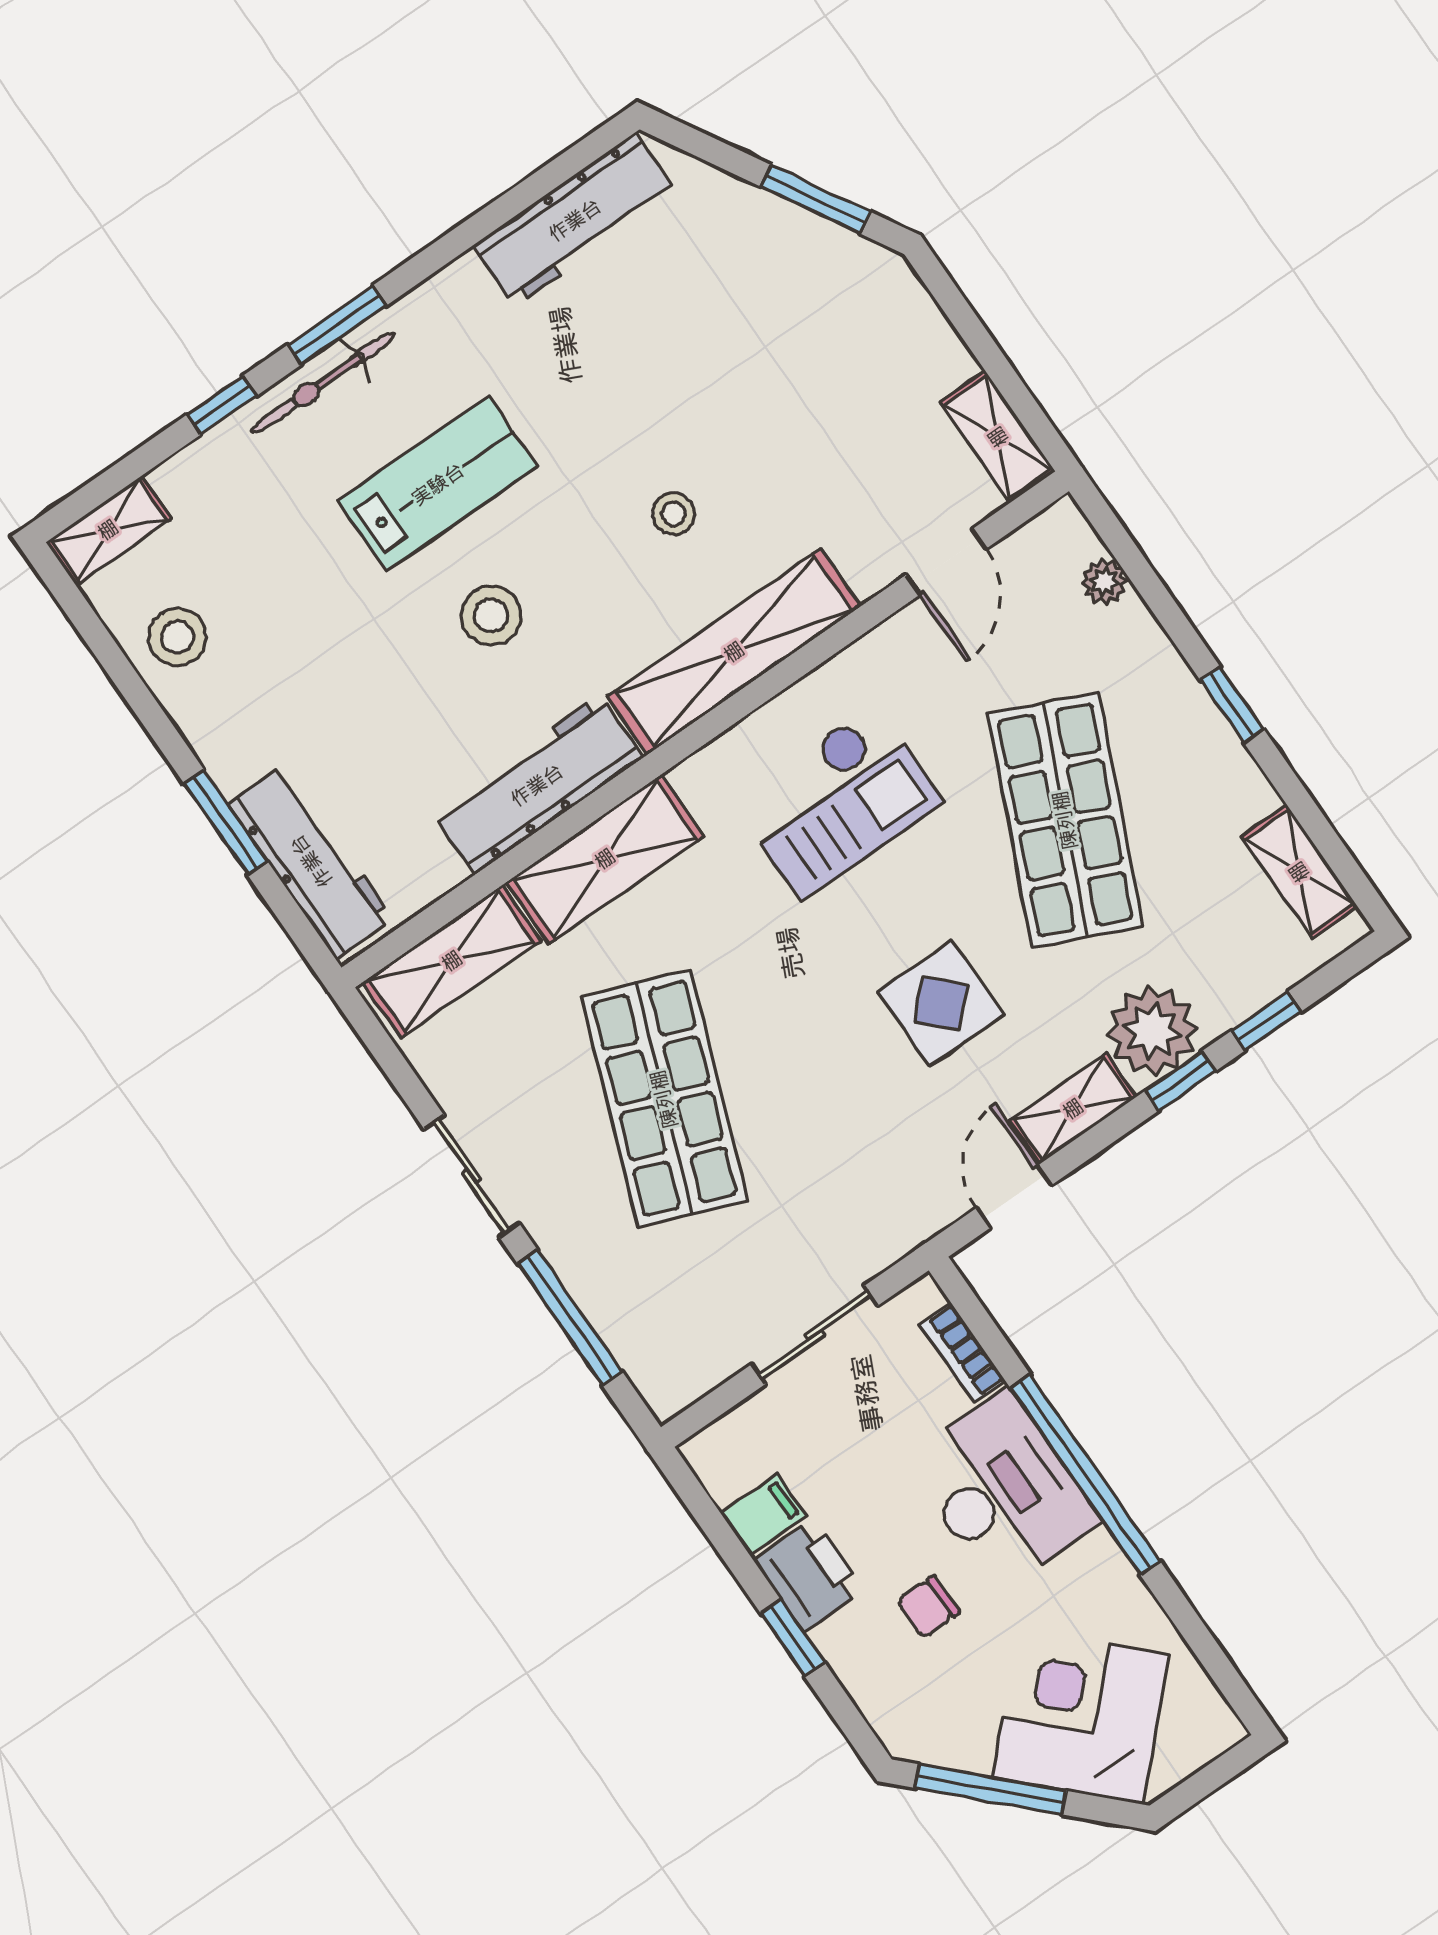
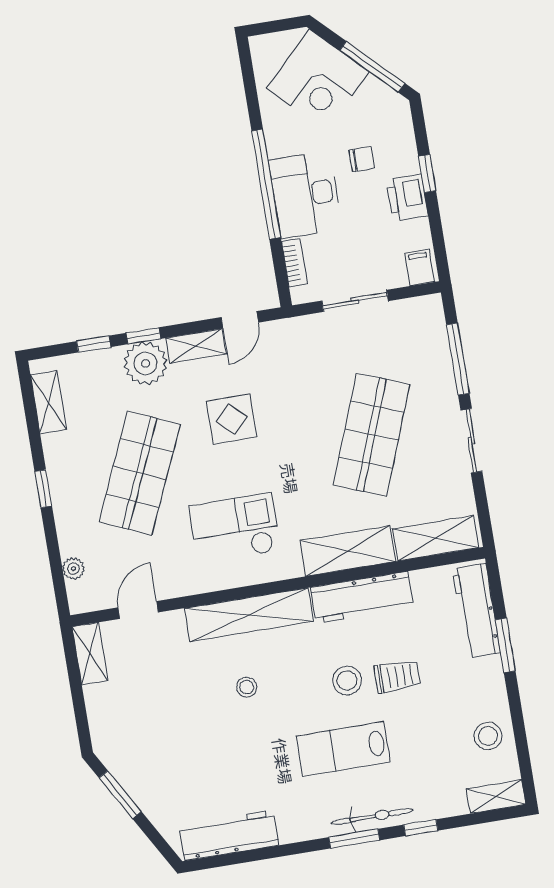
trolley: (401, 668) -> (397, 676), added
filing cabinet: (763, 1515) -> (419, 267), moved, turned 90

